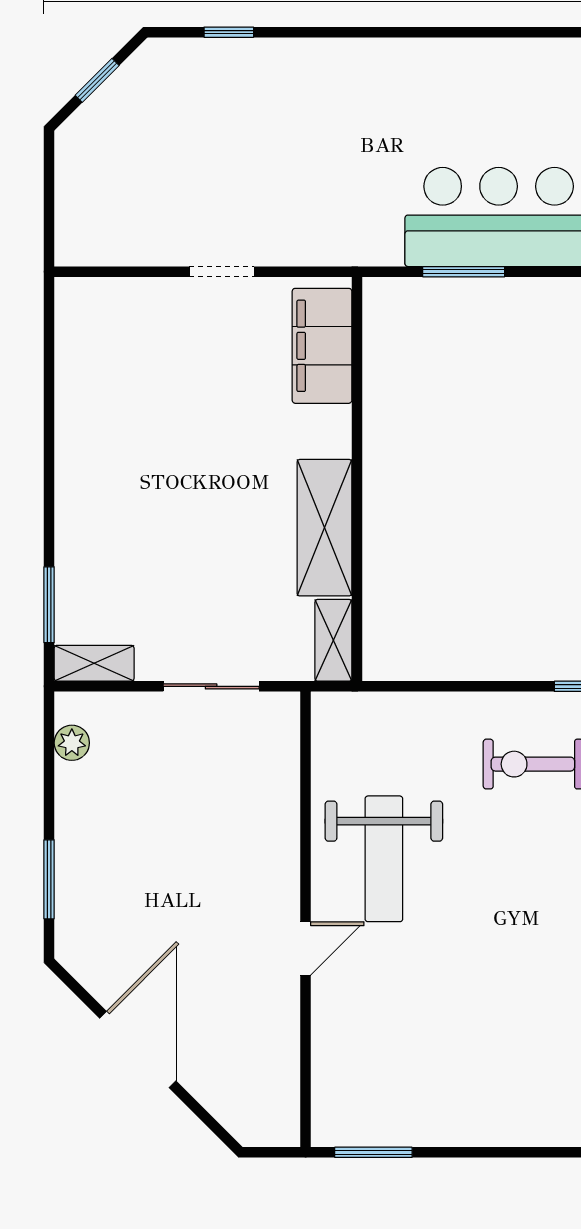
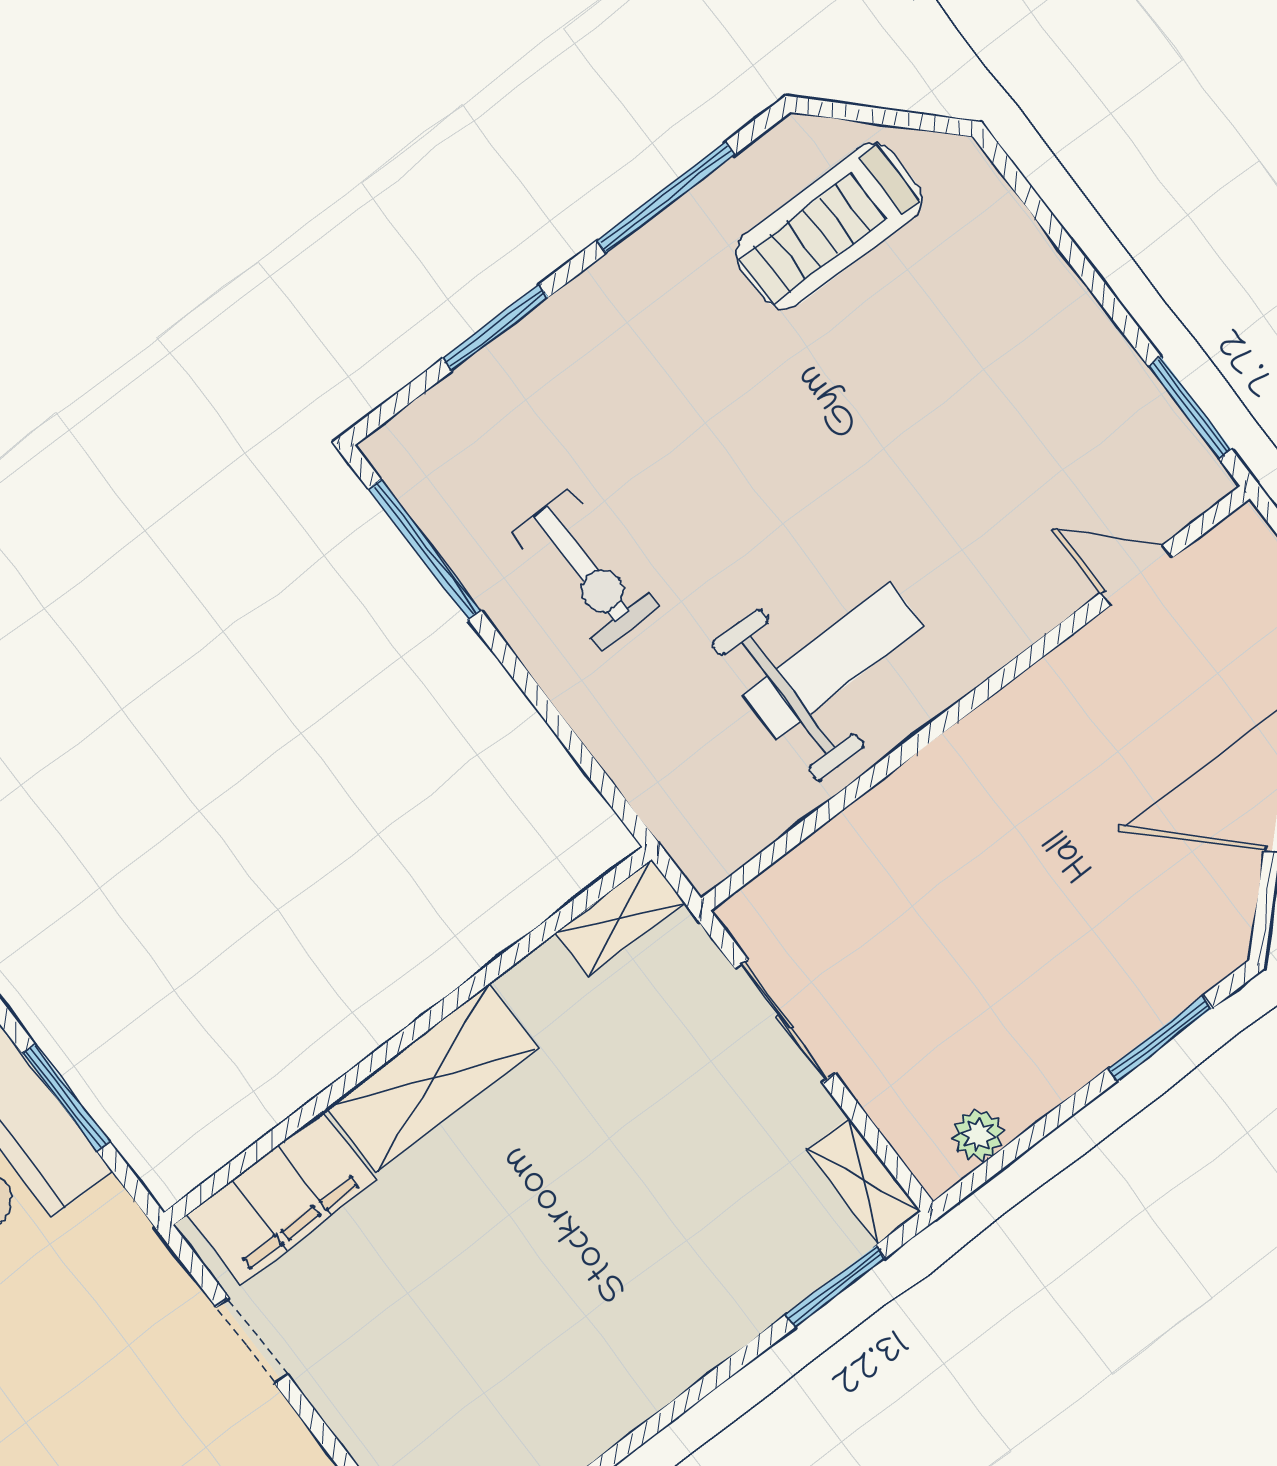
doorway: (222, 272) -> (252, 1341), moved
shelving: (324, 528) -> (432, 1078), moved
door: (306, 948) -> (1136, 575), moved

